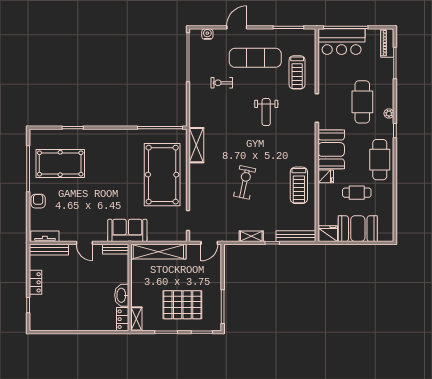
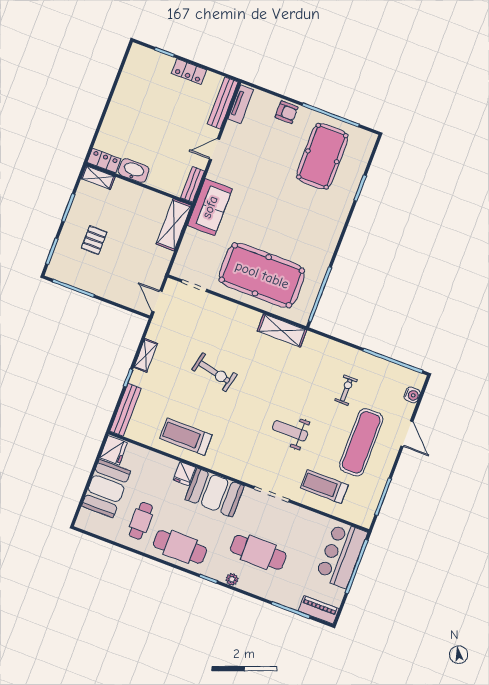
cafe table: (357, 193) -> (141, 521), moved
shelving: (158, 252) -> (174, 225), width x0.68
pallet: (182, 305) -> (94, 240), width x0.49, depth x0.50

